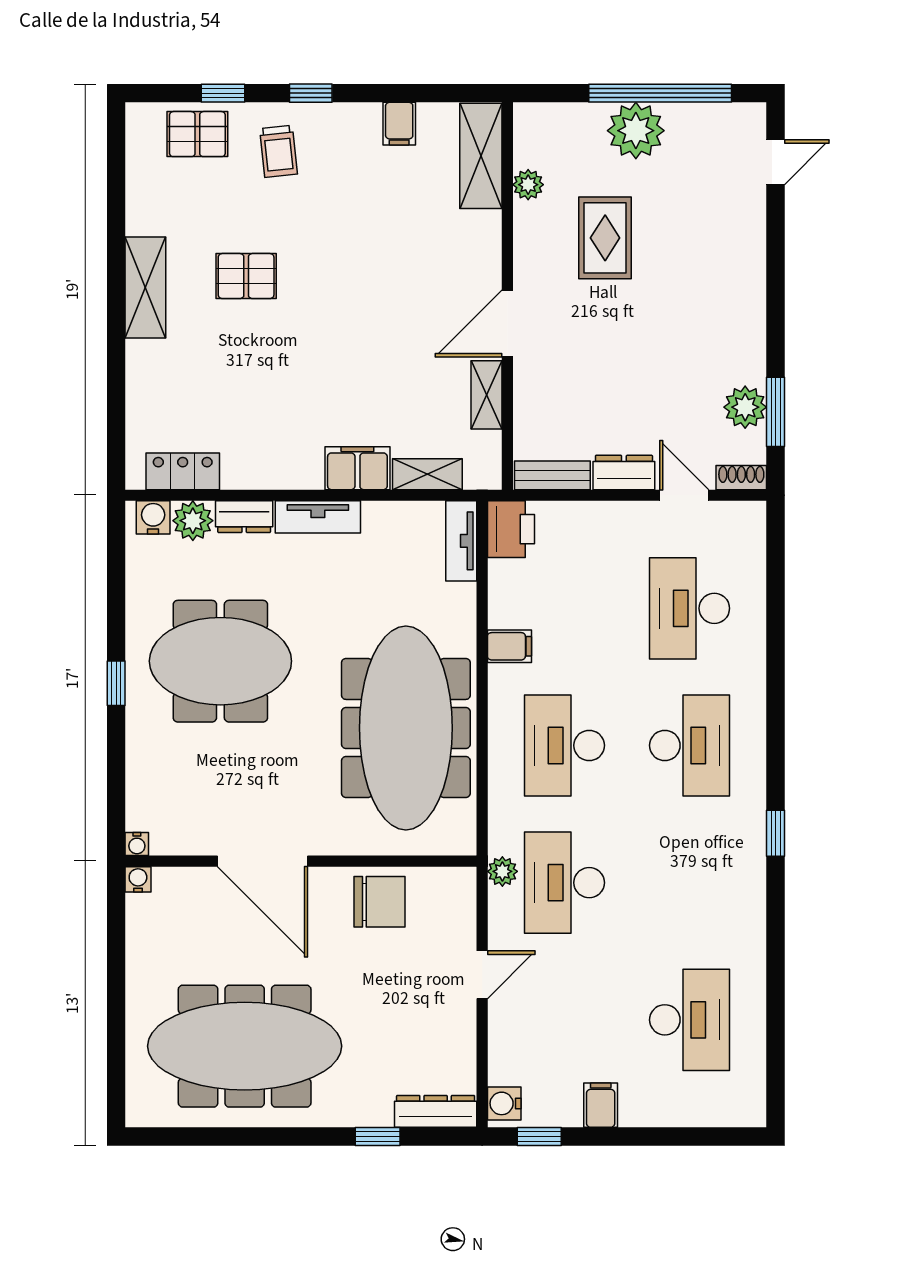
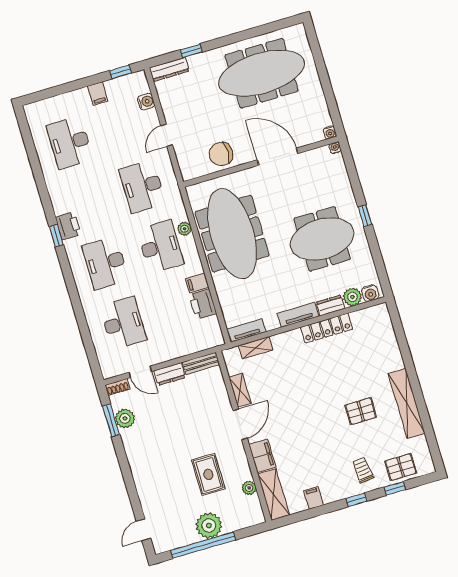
shelving: (145, 287) -> (407, 403), width x1.47
filing cabinet: (357, 468) -> (262, 456), moved, turned -90
locker: (183, 471) -> (327, 328), moved, width x1.53
printer: (511, 529) -> (203, 304), moved
tv unit: (461, 541) -> (246, 331), moved, turned -90
printer: (745, 846) -> (68, 226), added
plant: (502, 871) -> (185, 229), moved
desk: (564, 883) -> (142, 186), turned 180
water cooler: (504, 1103) -> (146, 102), moved

